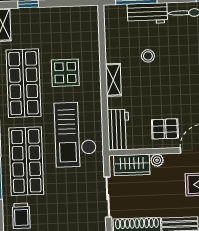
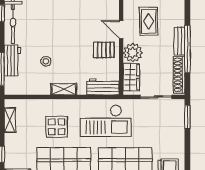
shelving: (72, 13) -> (10, 120), added
pallet: (165, 129) -> (104, 50), turned 90
plant: (157, 160) -> (133, 53), width x1.88, depth x1.88

